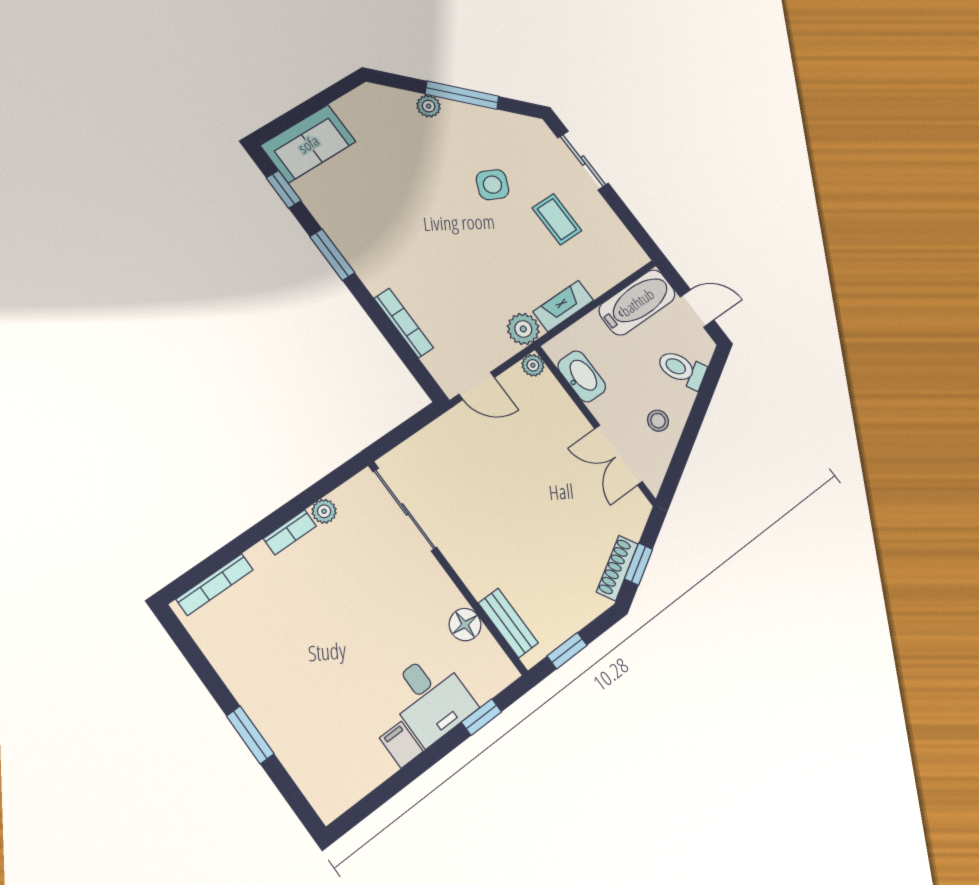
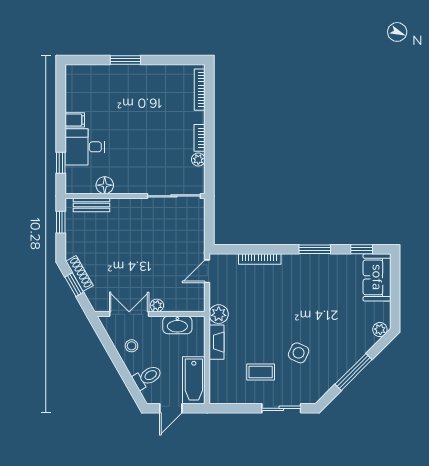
plant: (429, 106) -> (380, 330), moved
plant: (533, 365) -> (157, 305), moved

